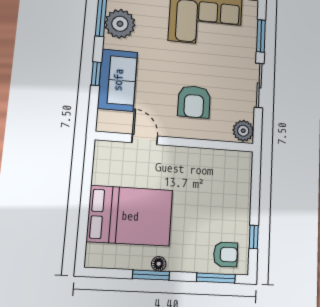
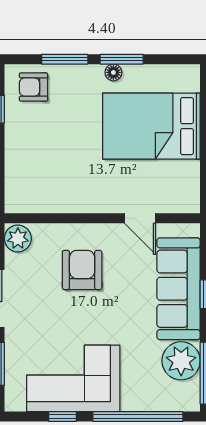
sofa: (118, 80) -> (179, 289), width x1.36
window: (216, 278) -> (65, 59), moved

